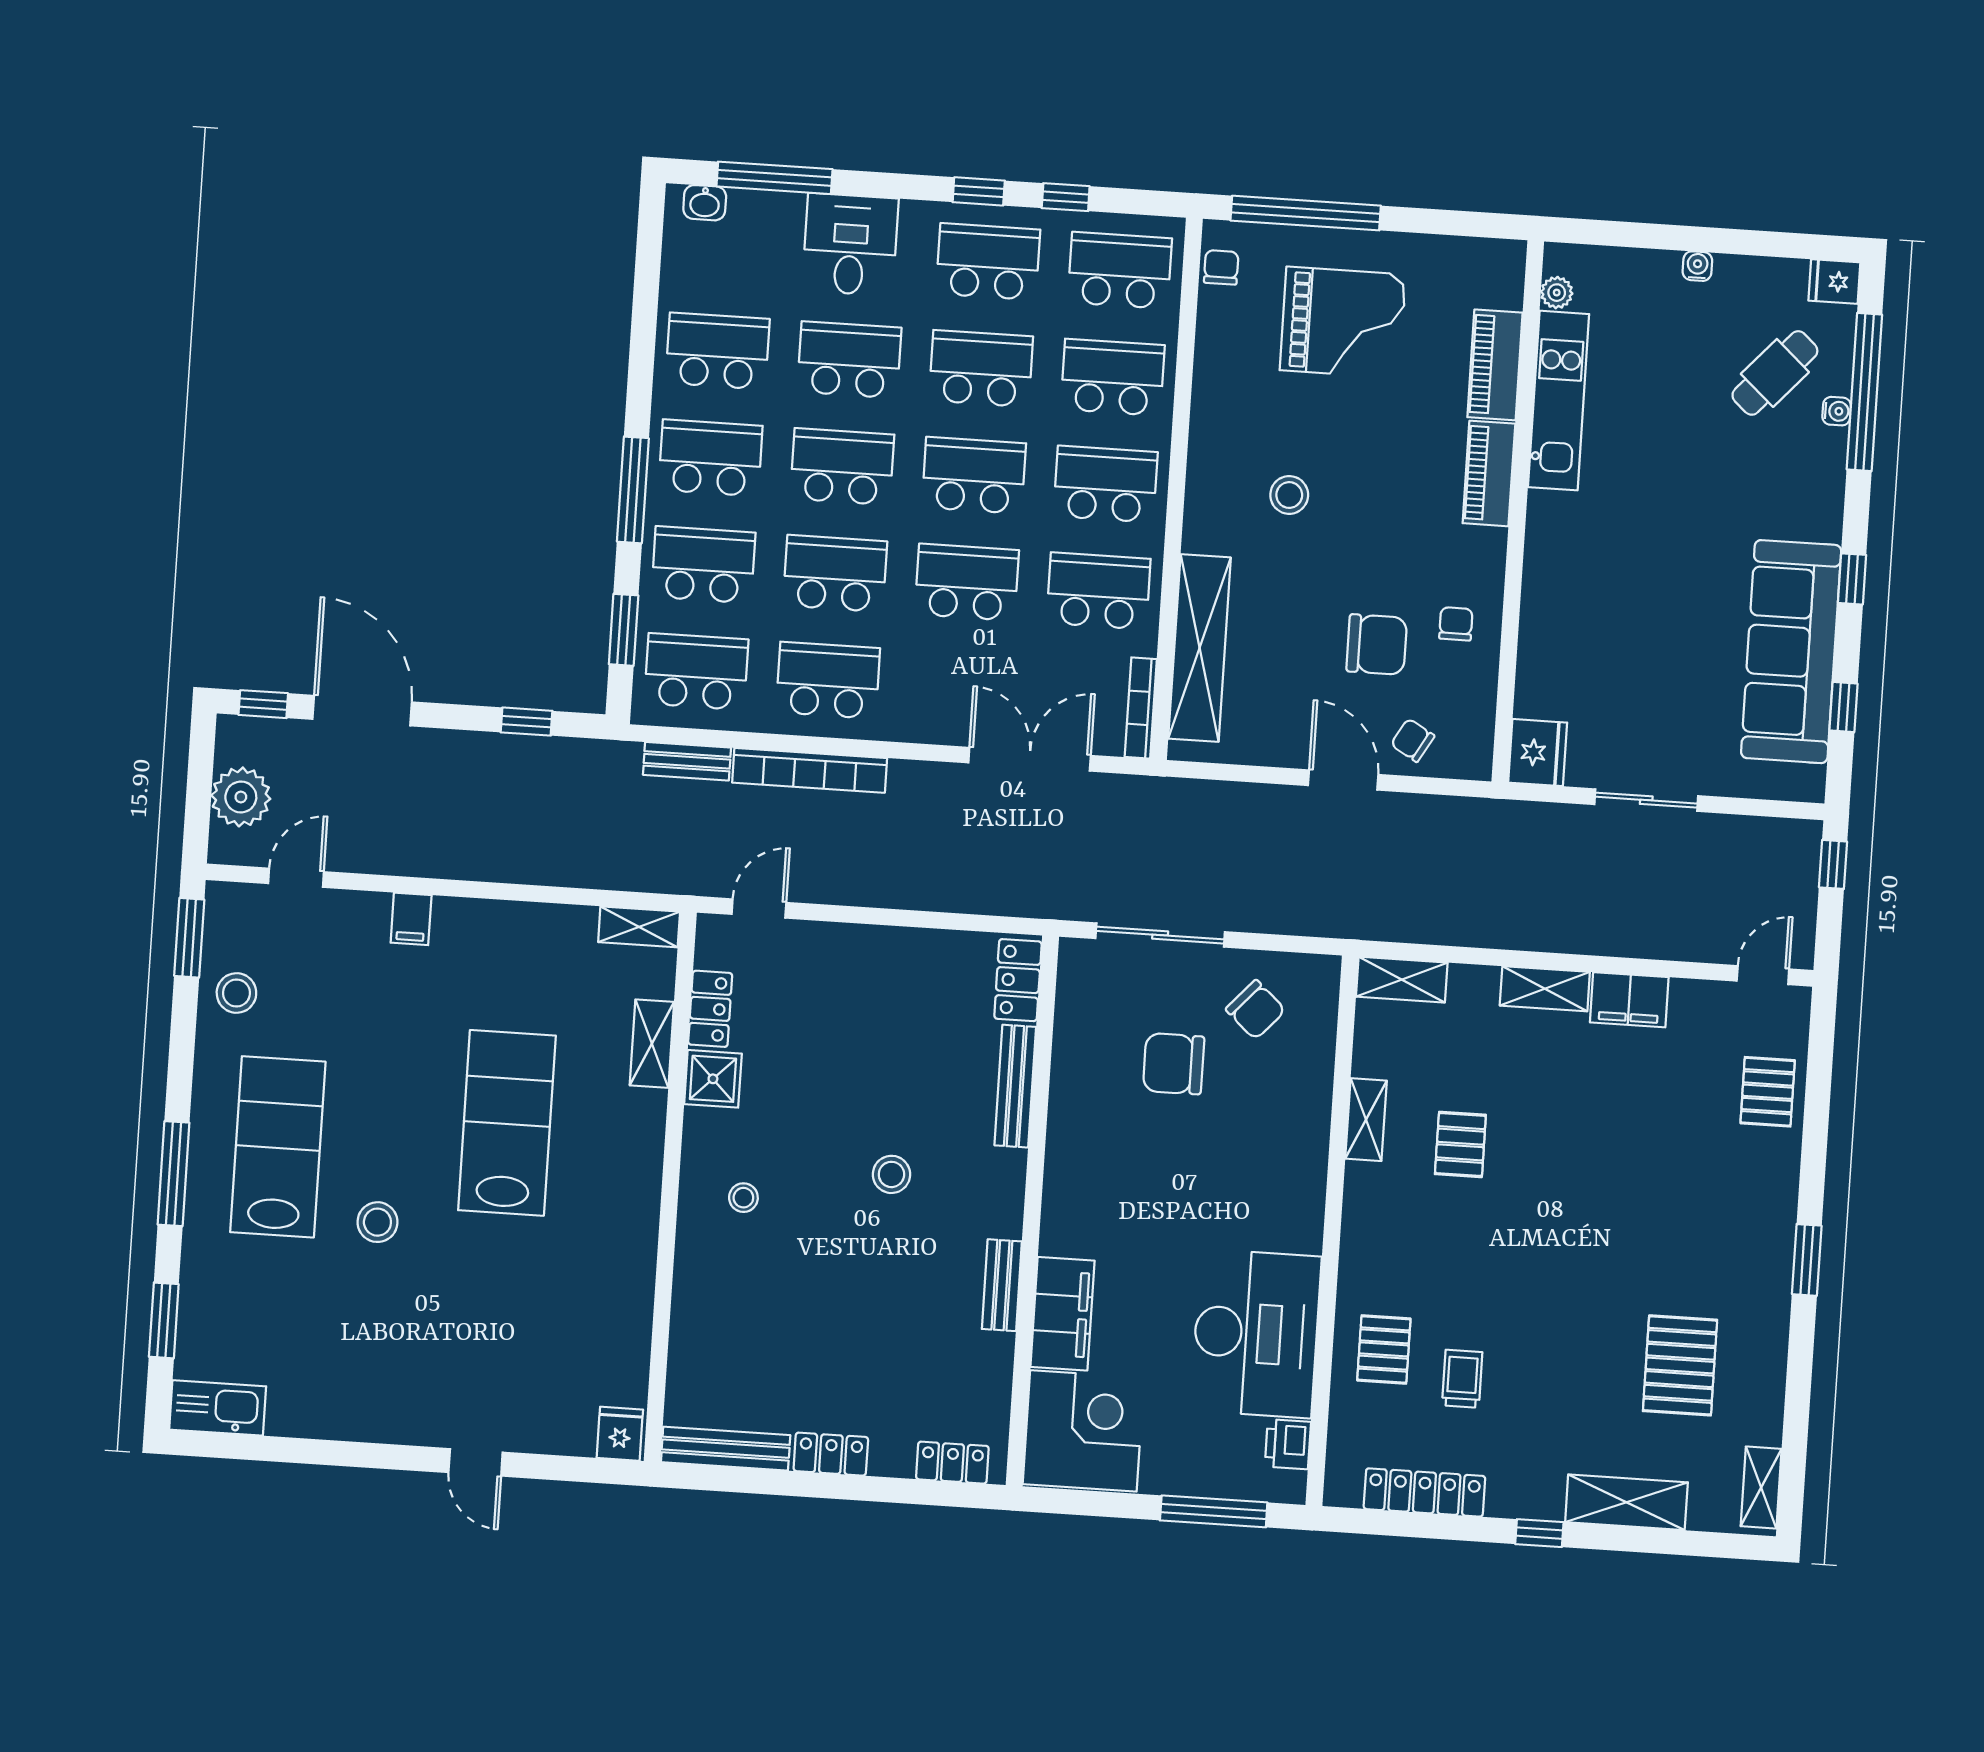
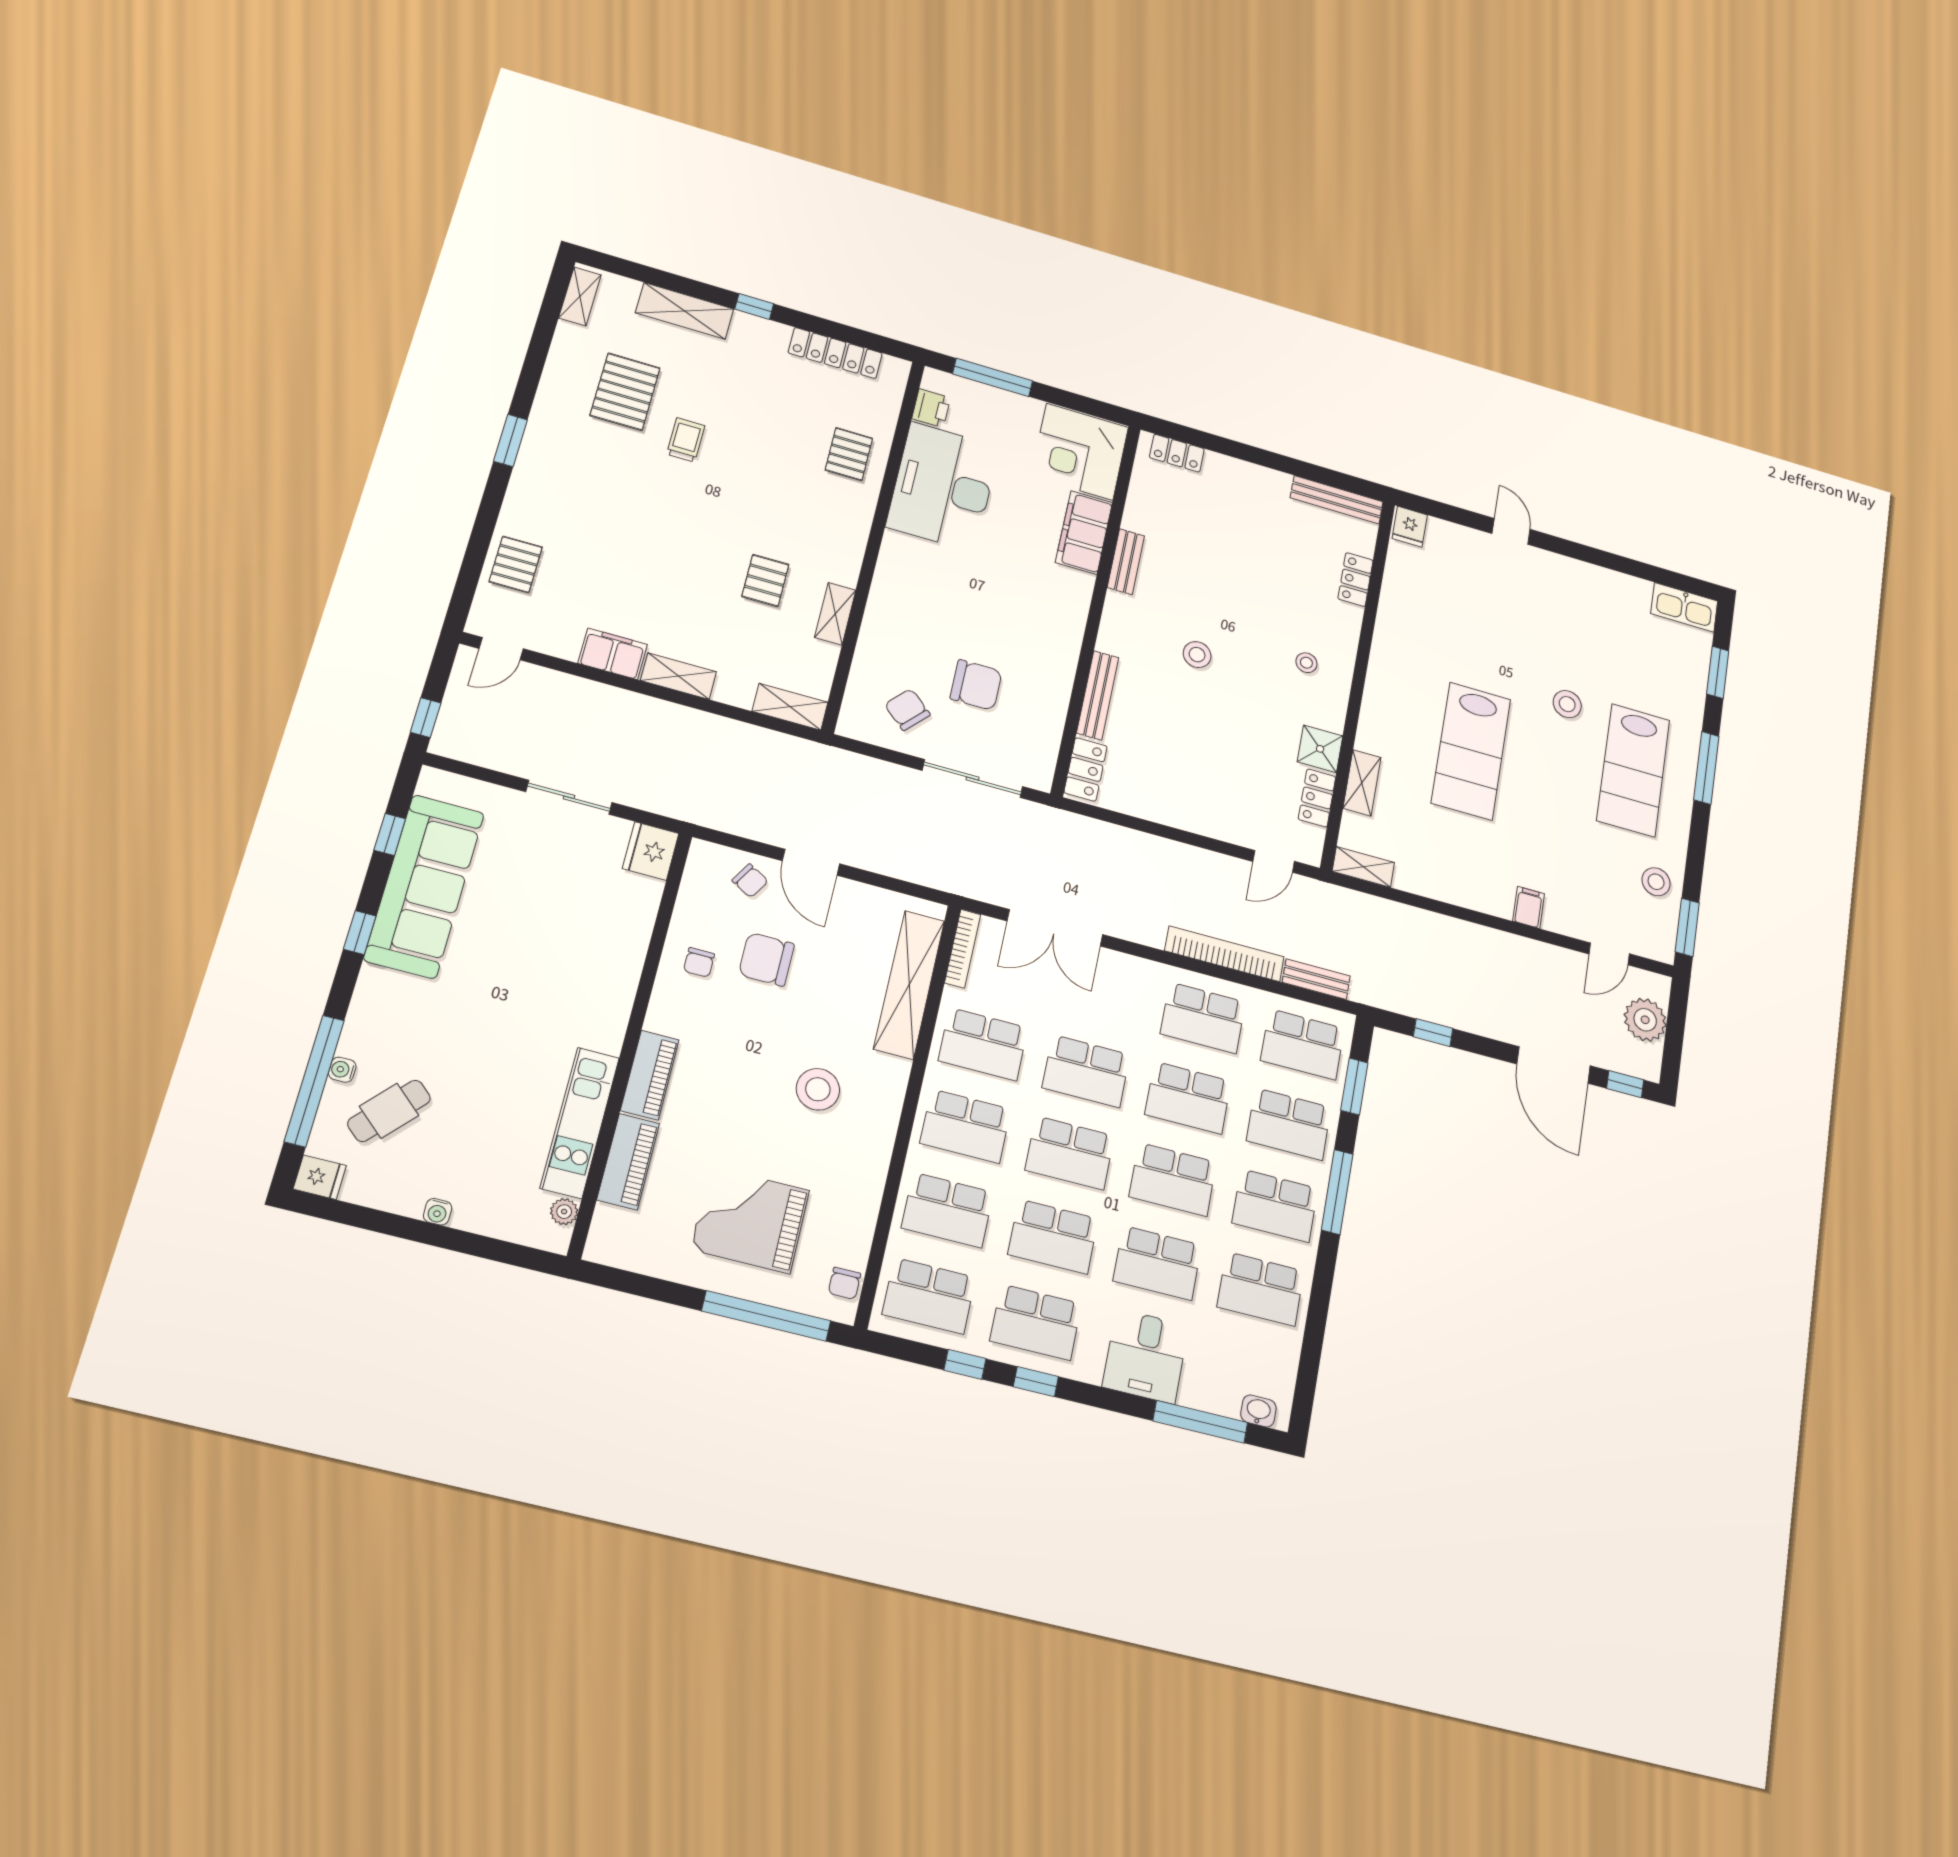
stool: (1289, 495) -> (818, 1089), width x1.38, depth x1.38
trolley: (1462, 1379) -> (686, 440), moved, turned 180
locker: (831, 1454) -> (1356, 580), moved, turned 90

